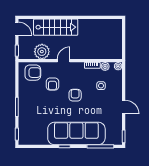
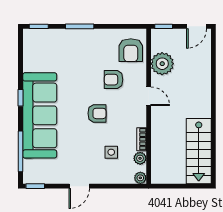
stairs: (56, 27) -> (199, 151), moved

